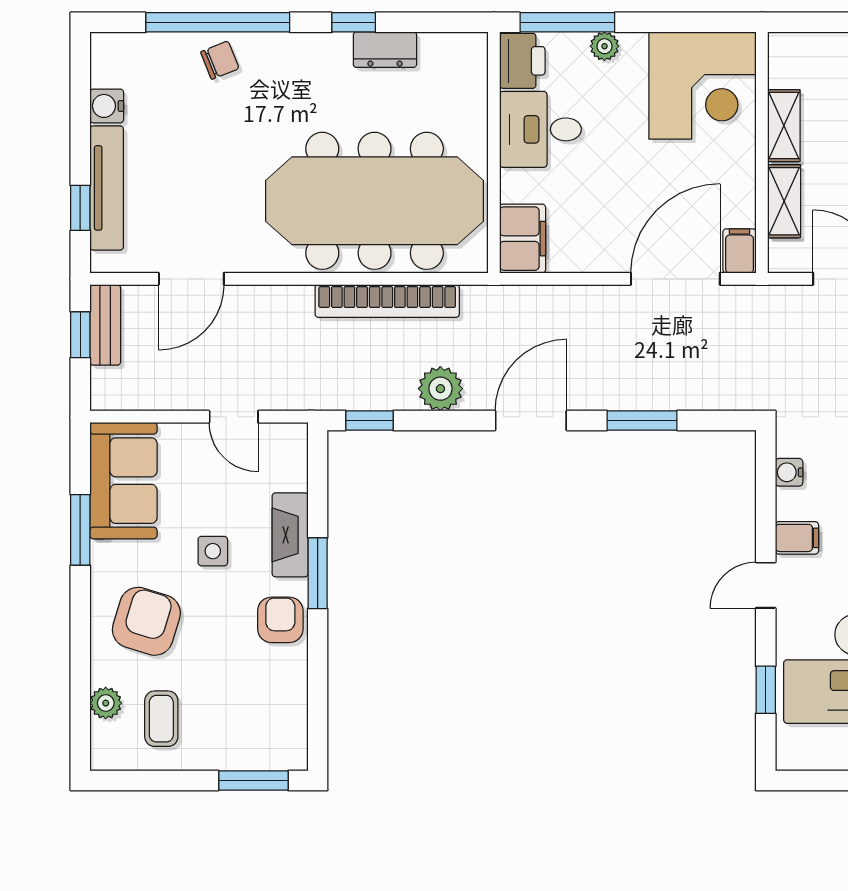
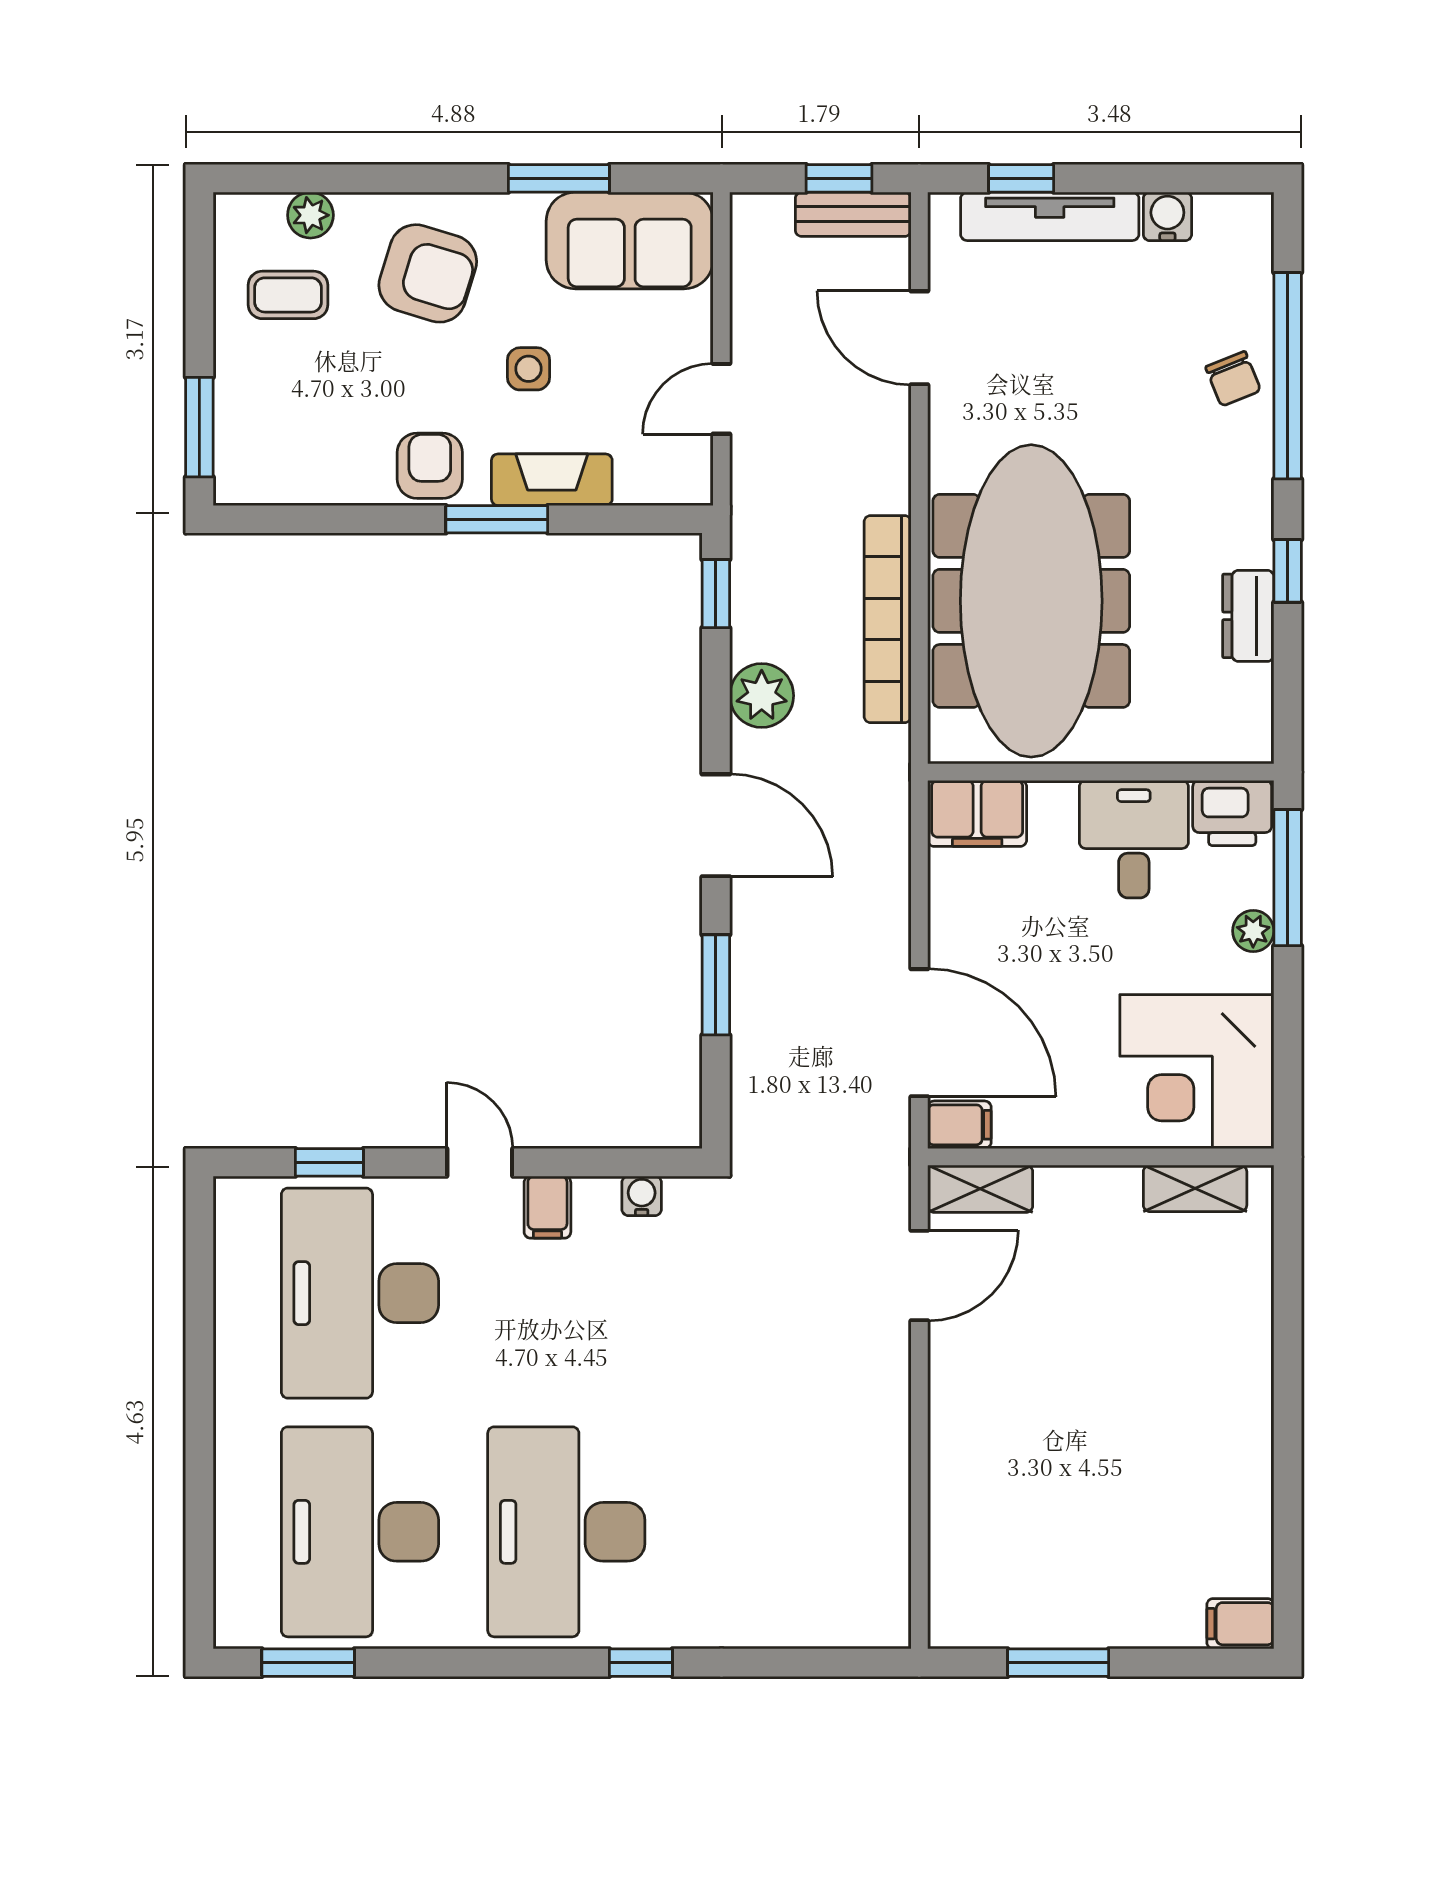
shelving: (784, 126) -> (1195, 1188), moved
shelving: (784, 201) -> (980, 1189), moved
armchair: (280, 620) -> (430, 466), turned -90

